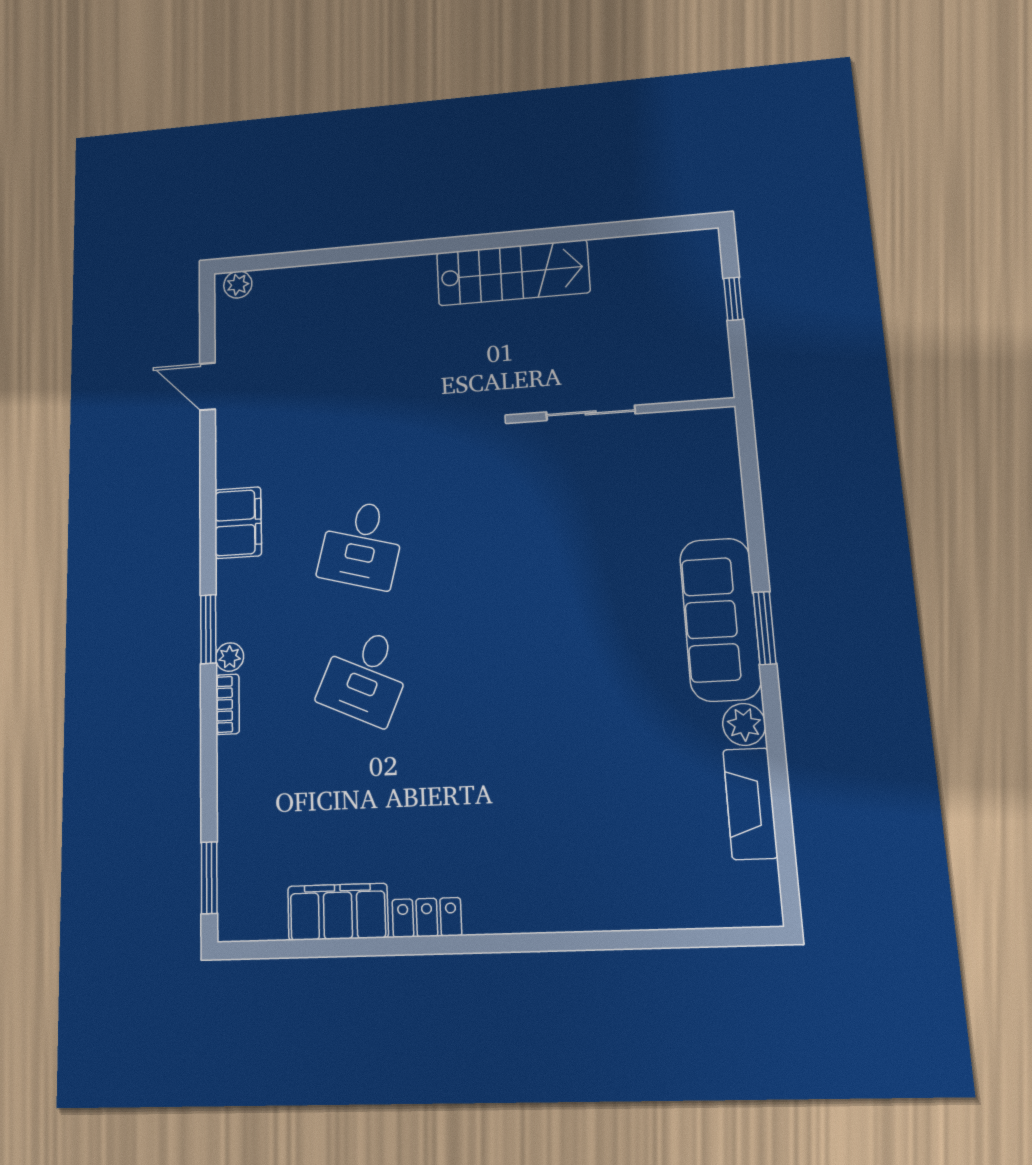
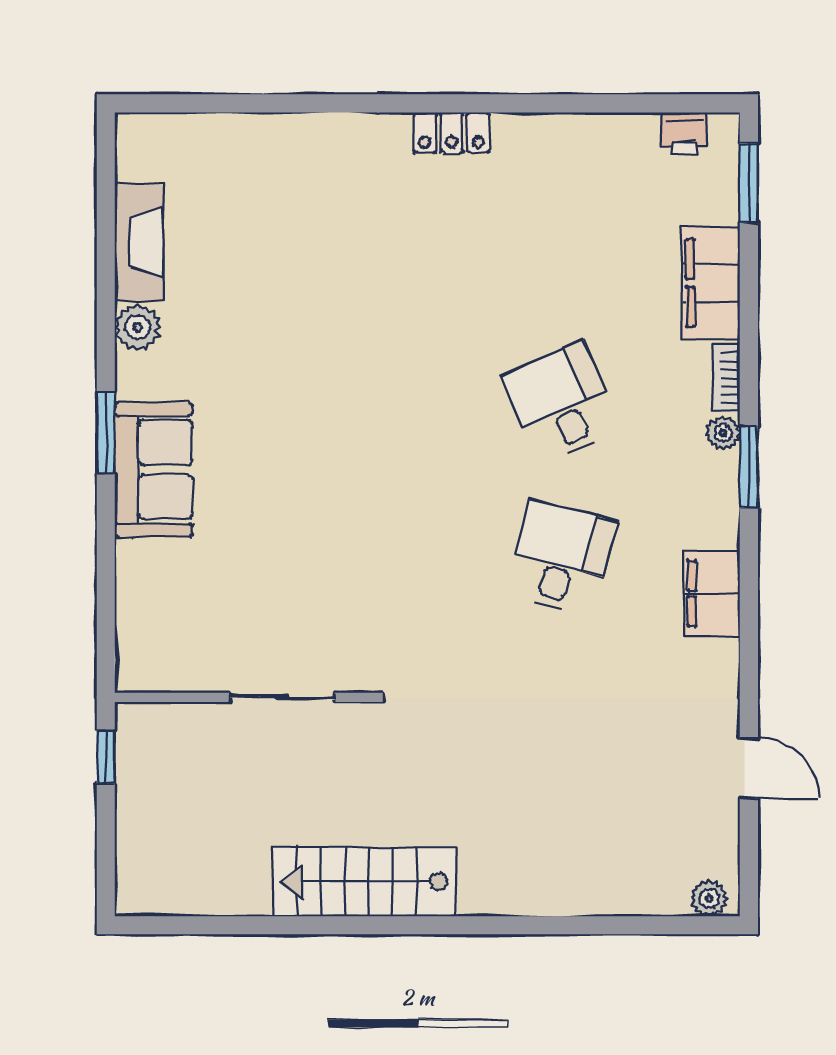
window: (733, 299) -> (106, 757), moved
sofa: (720, 619) -> (153, 470), width x0.73
desk: (366, 676) -> (561, 403), turned -48
filing cabinet: (338, 912) -> (711, 283), moved, turned 90
locker: (427, 918) -> (452, 133), moved
printer: (265, 921) -> (684, 133), added

